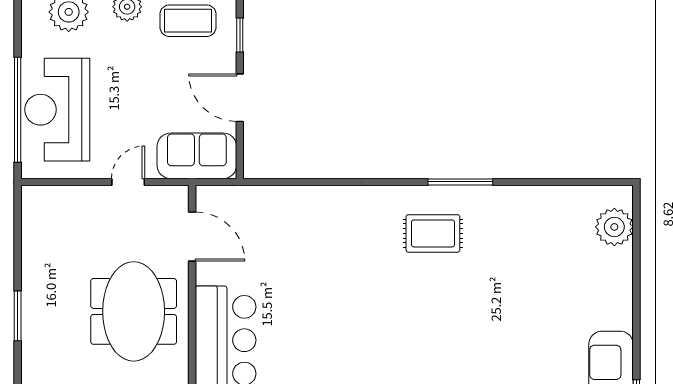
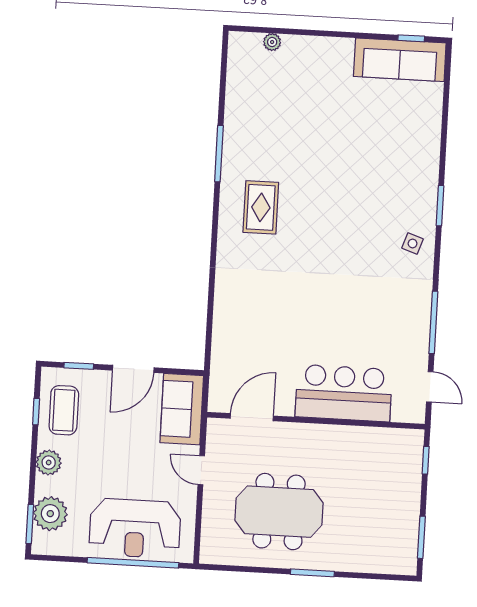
window: (460, 182) -> (219, 154), moved
plant: (614, 227) -> (272, 42), width x0.53, depth x0.53
meeting table: (134, 311) -> (279, 512), moved

